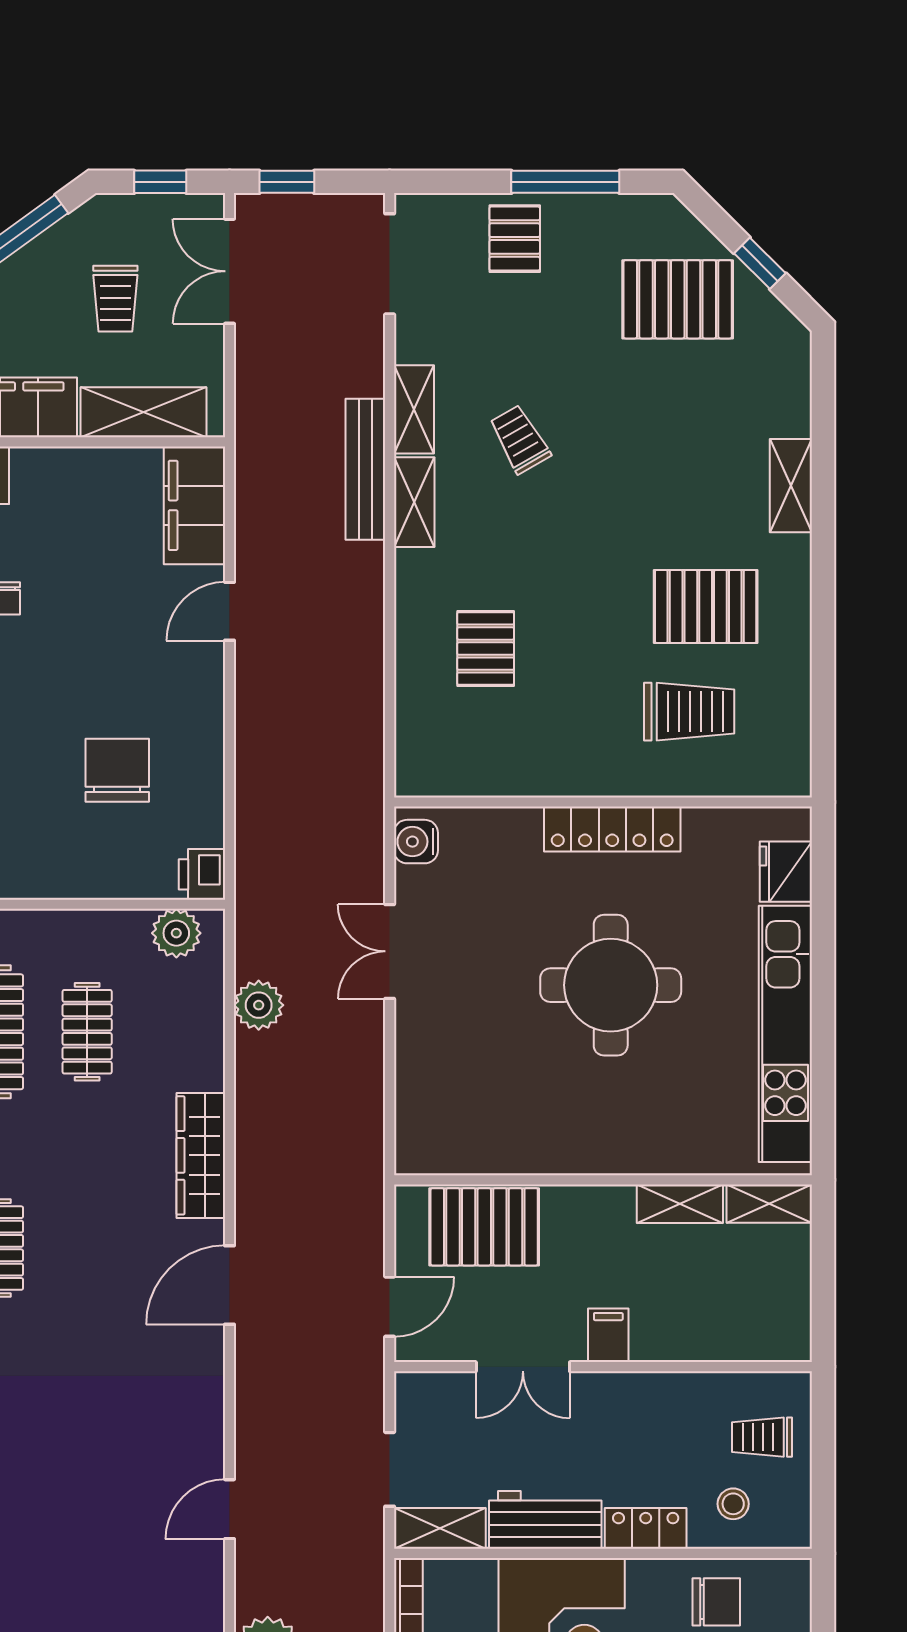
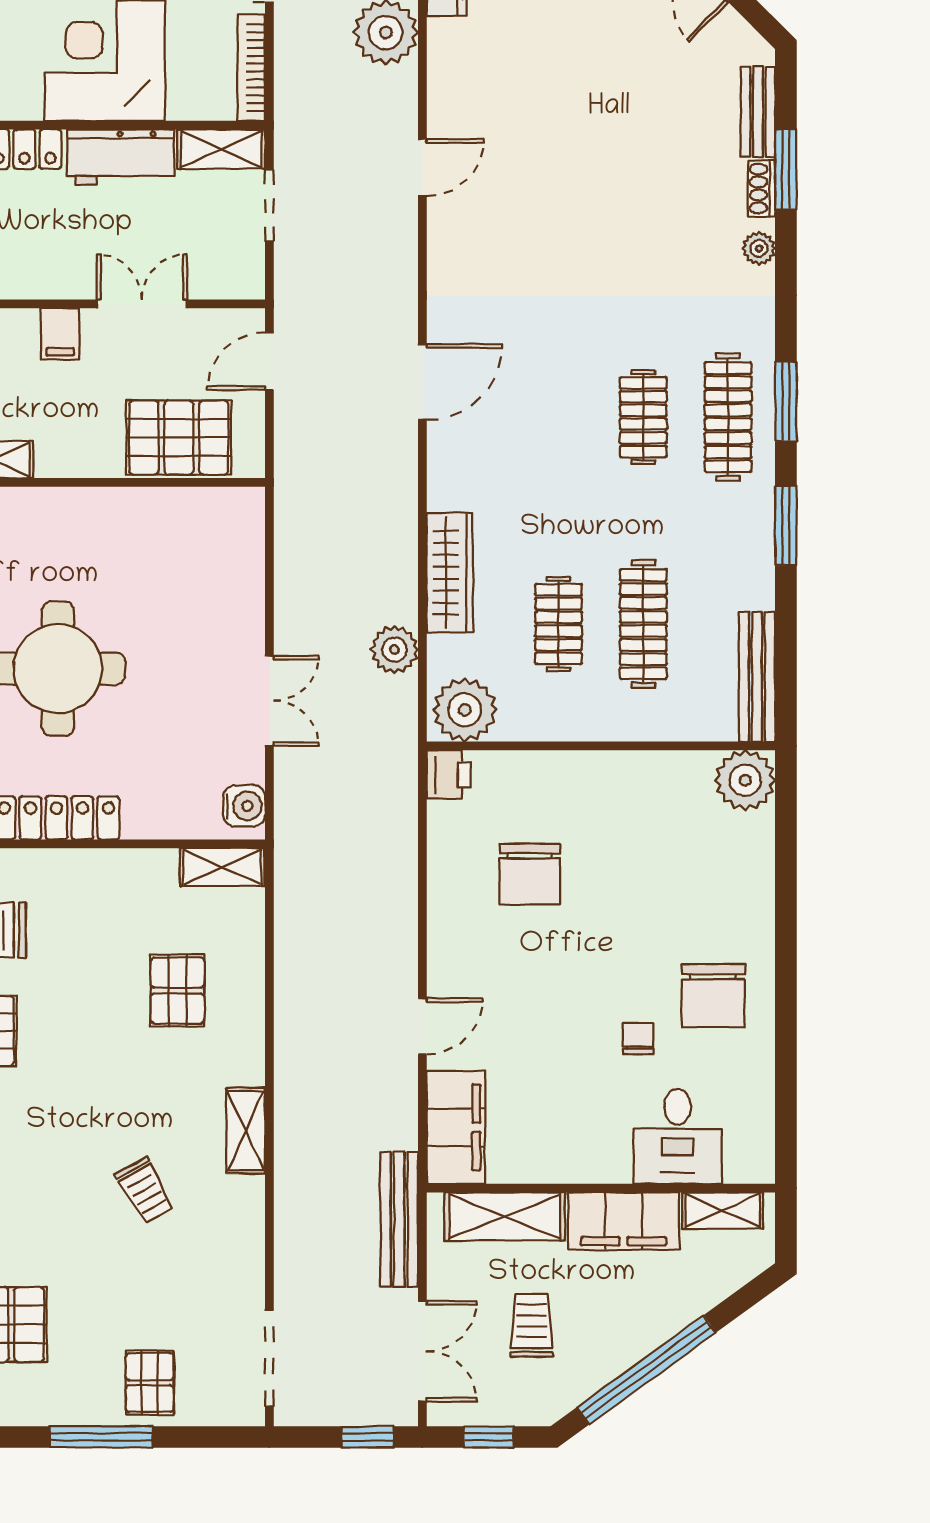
shelving: (414, 409) -> (222, 867), moved, turned 90
bench: (365, 469) -> (399, 1219), moved
plant: (176, 933) -> (465, 710), width x1.36, depth x1.36
wardrobe: (201, 1155) -> (450, 573), moved

